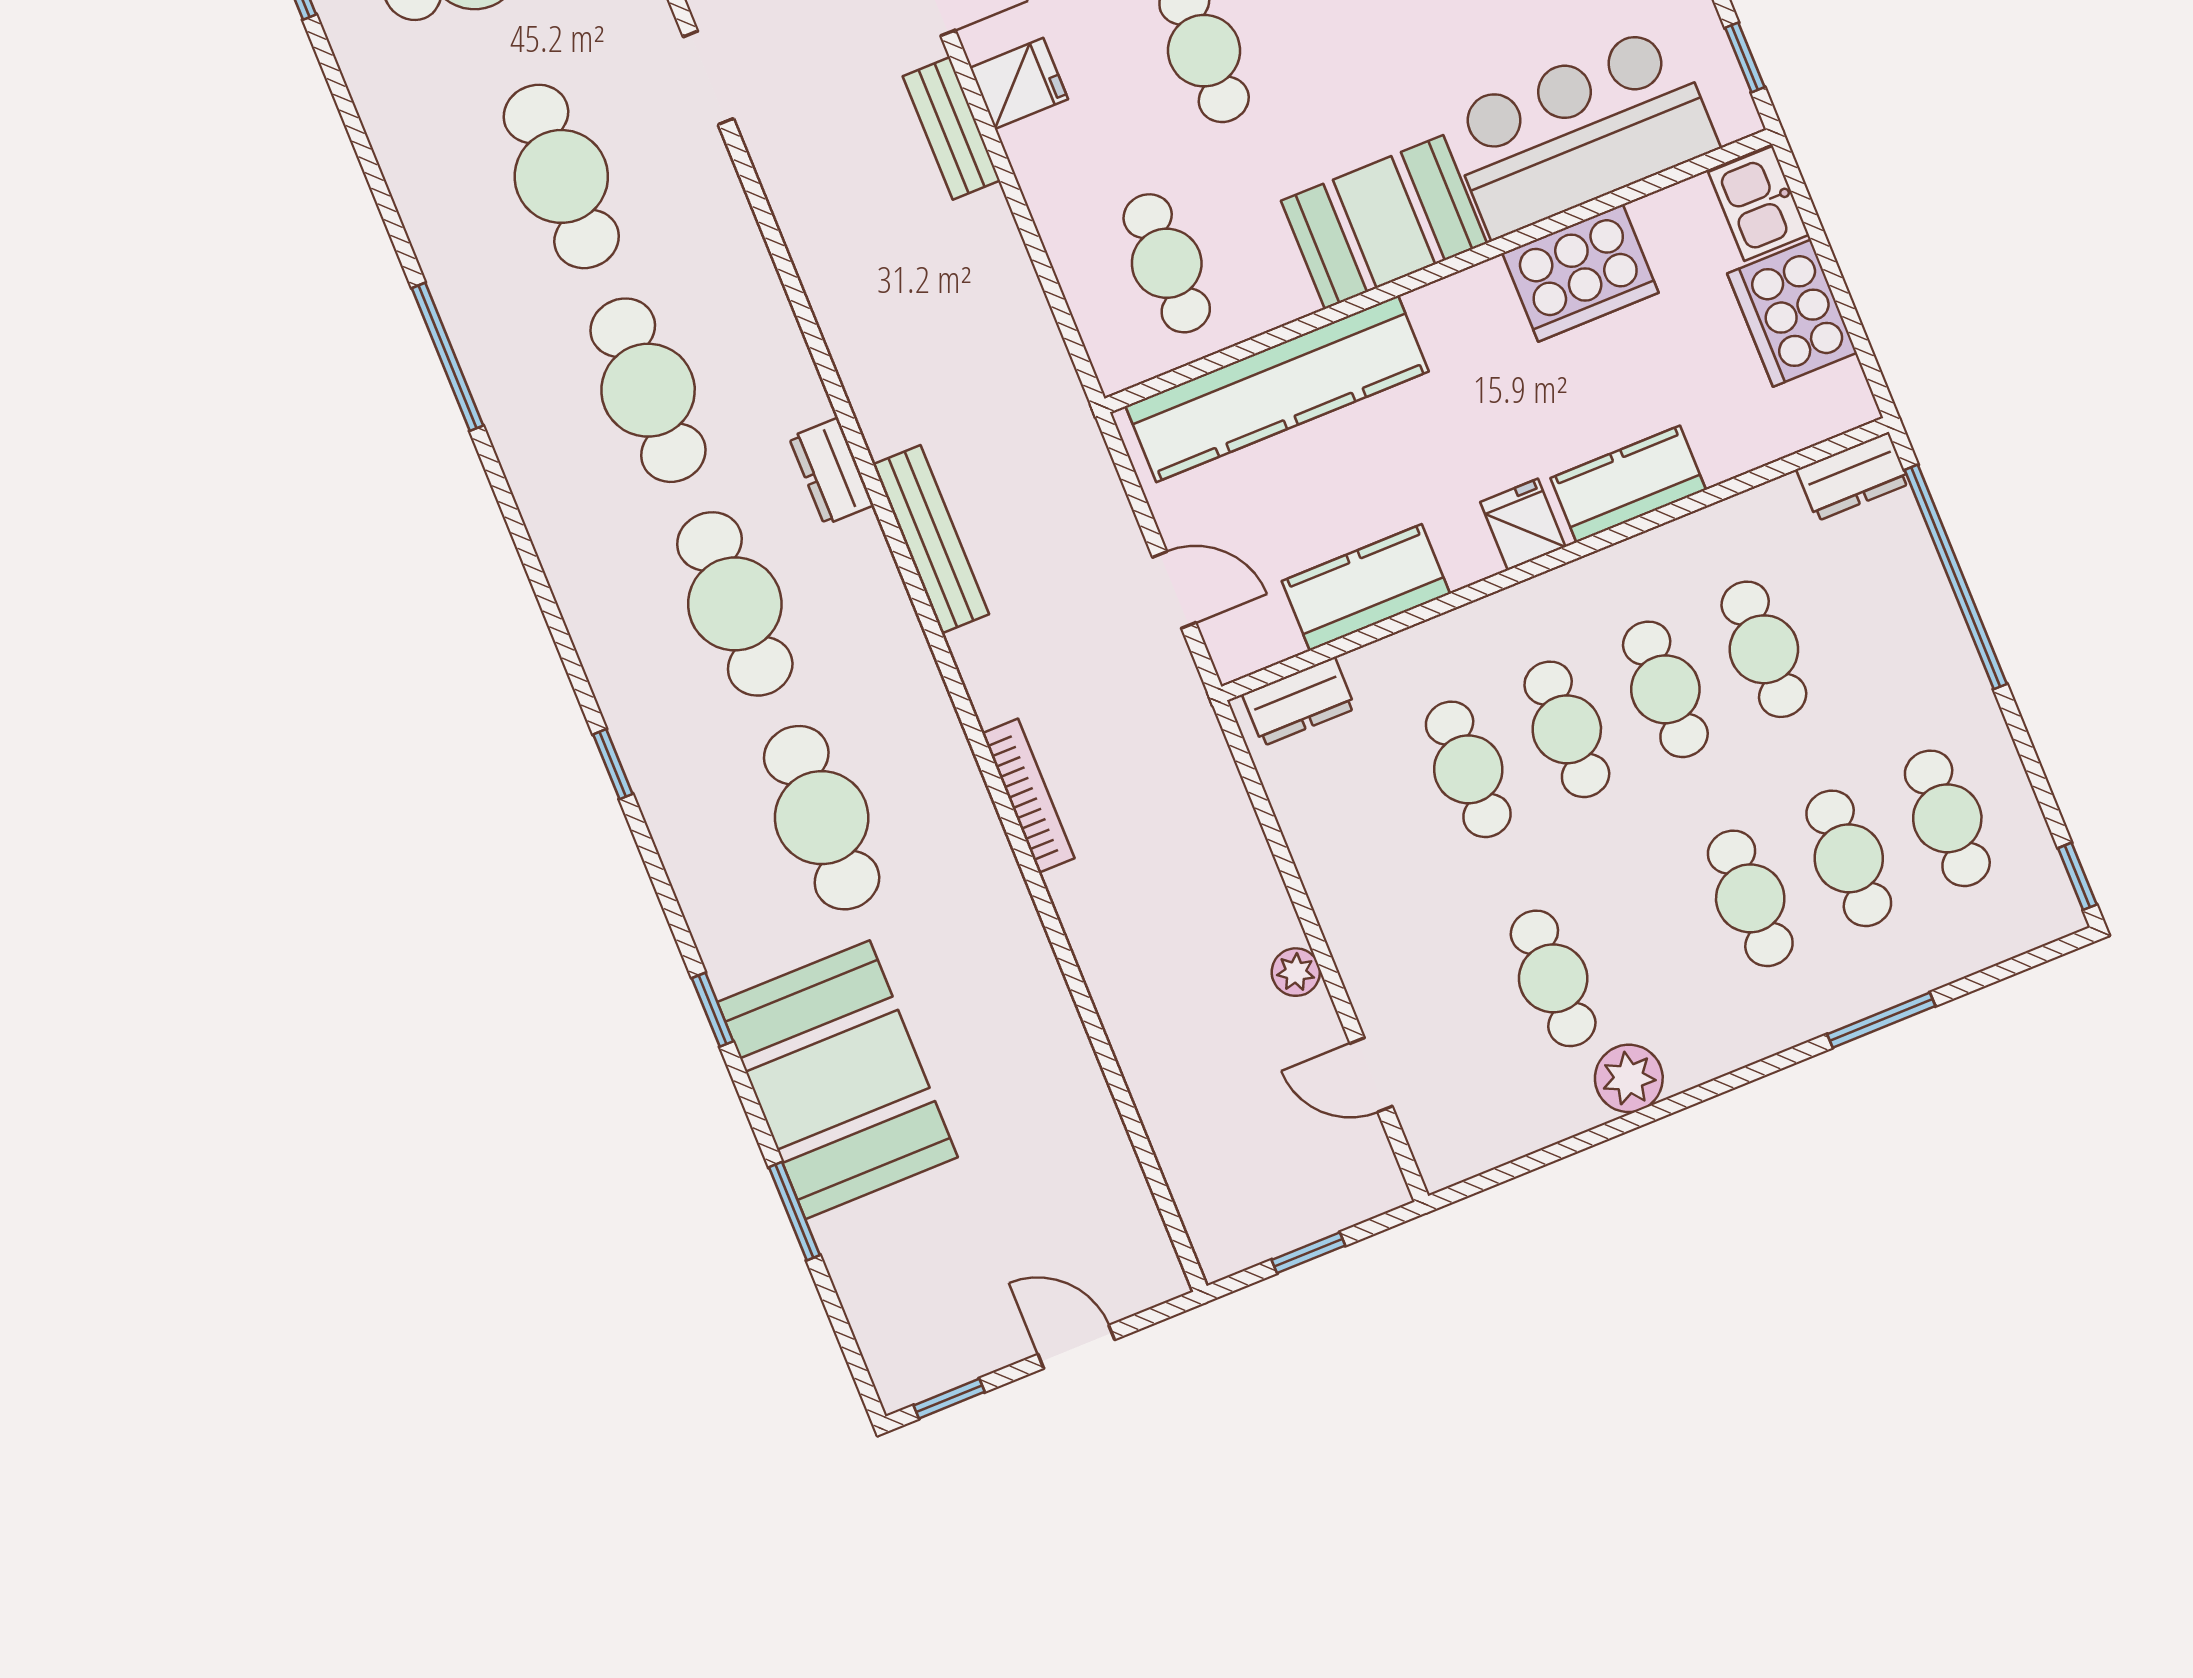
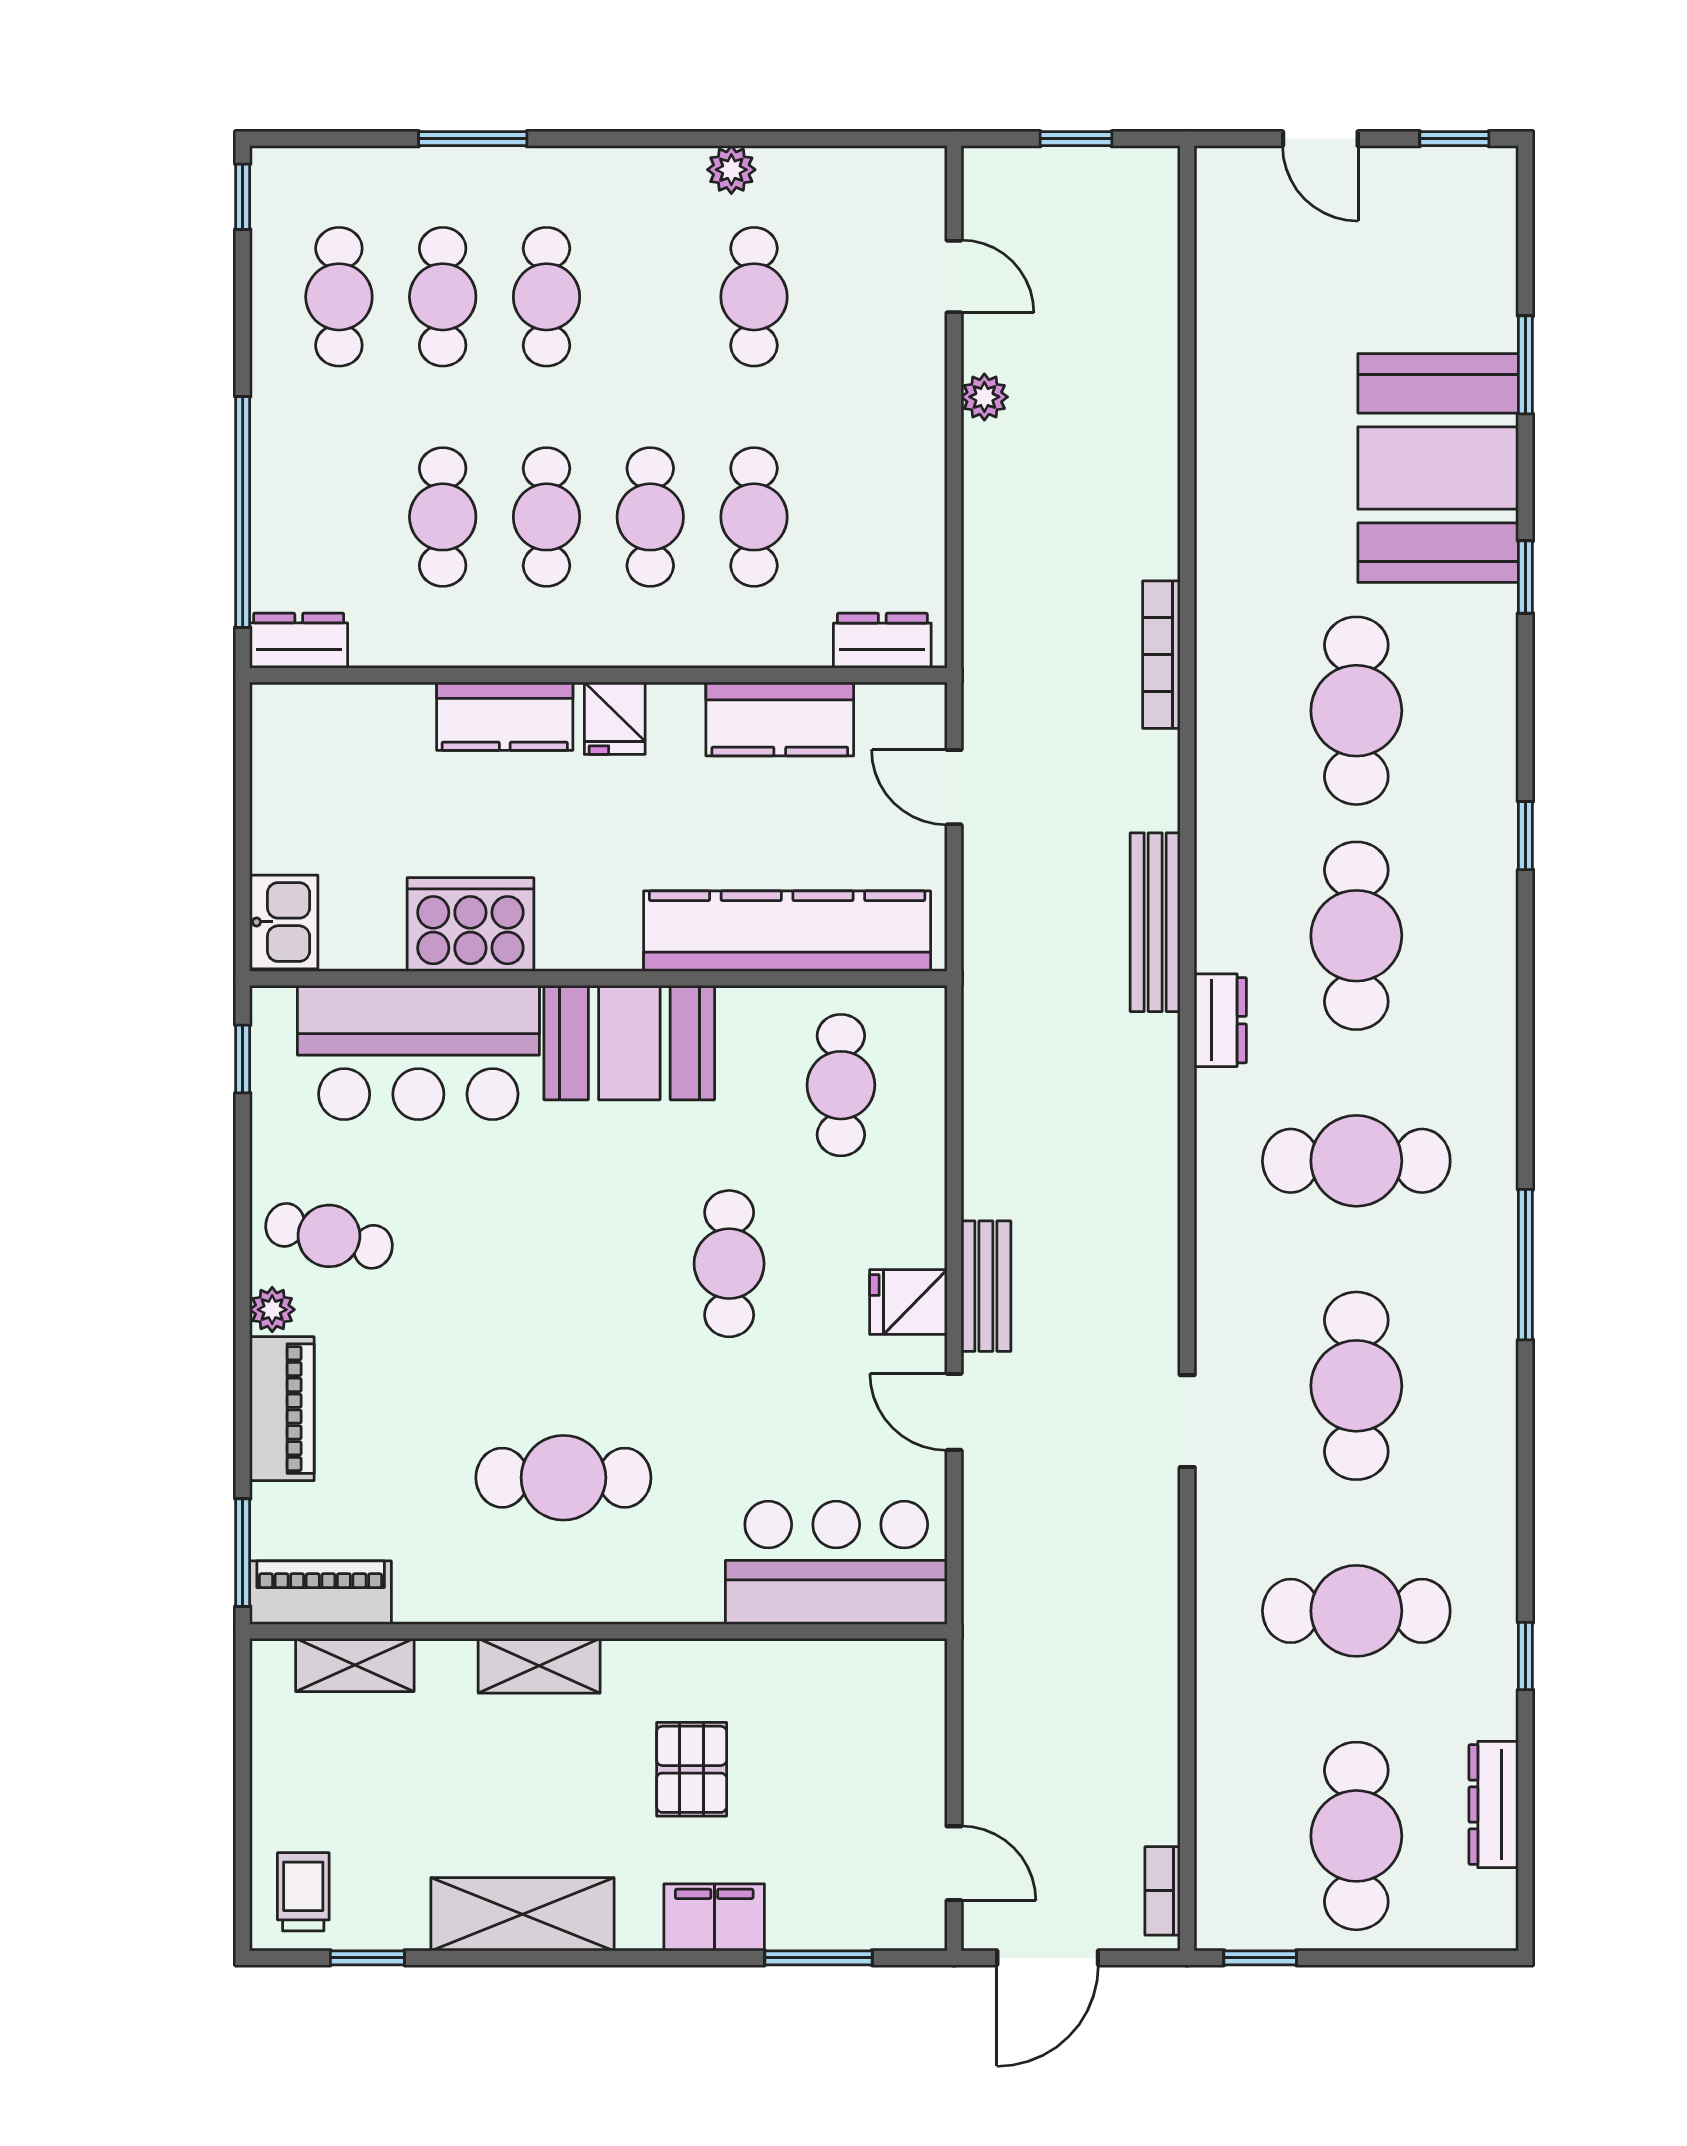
cooker: (1792, 313) -> (294, 811), removed
cafe table: (648, 390) -> (1356, 1161), turned 90
plant: (1629, 1078) -> (731, 170), width x0.73, depth x0.73

